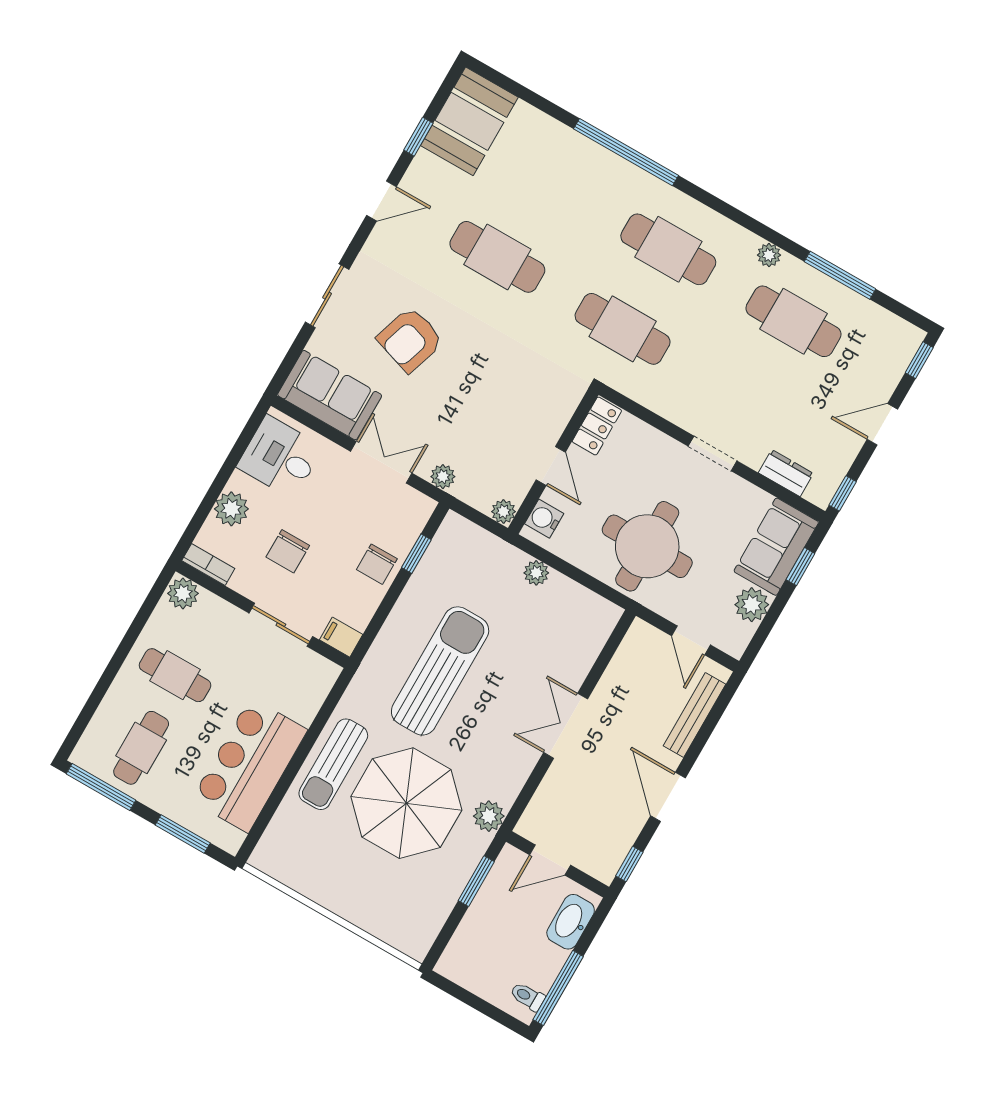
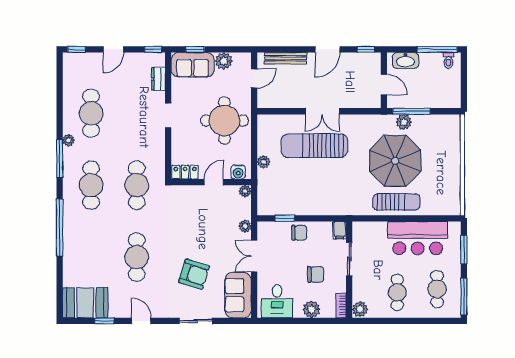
window: (840, 275) -> (60, 159), moved
door: (882, 424) -> (113, 49), hinge flipped
sun lounger: (440, 671) -> (314, 146), moved
cafe table: (141, 748) -> (437, 289), turned 90
plant: (489, 816) -> (404, 122), moved
window: (476, 881) -> (411, 111), width x1.44

